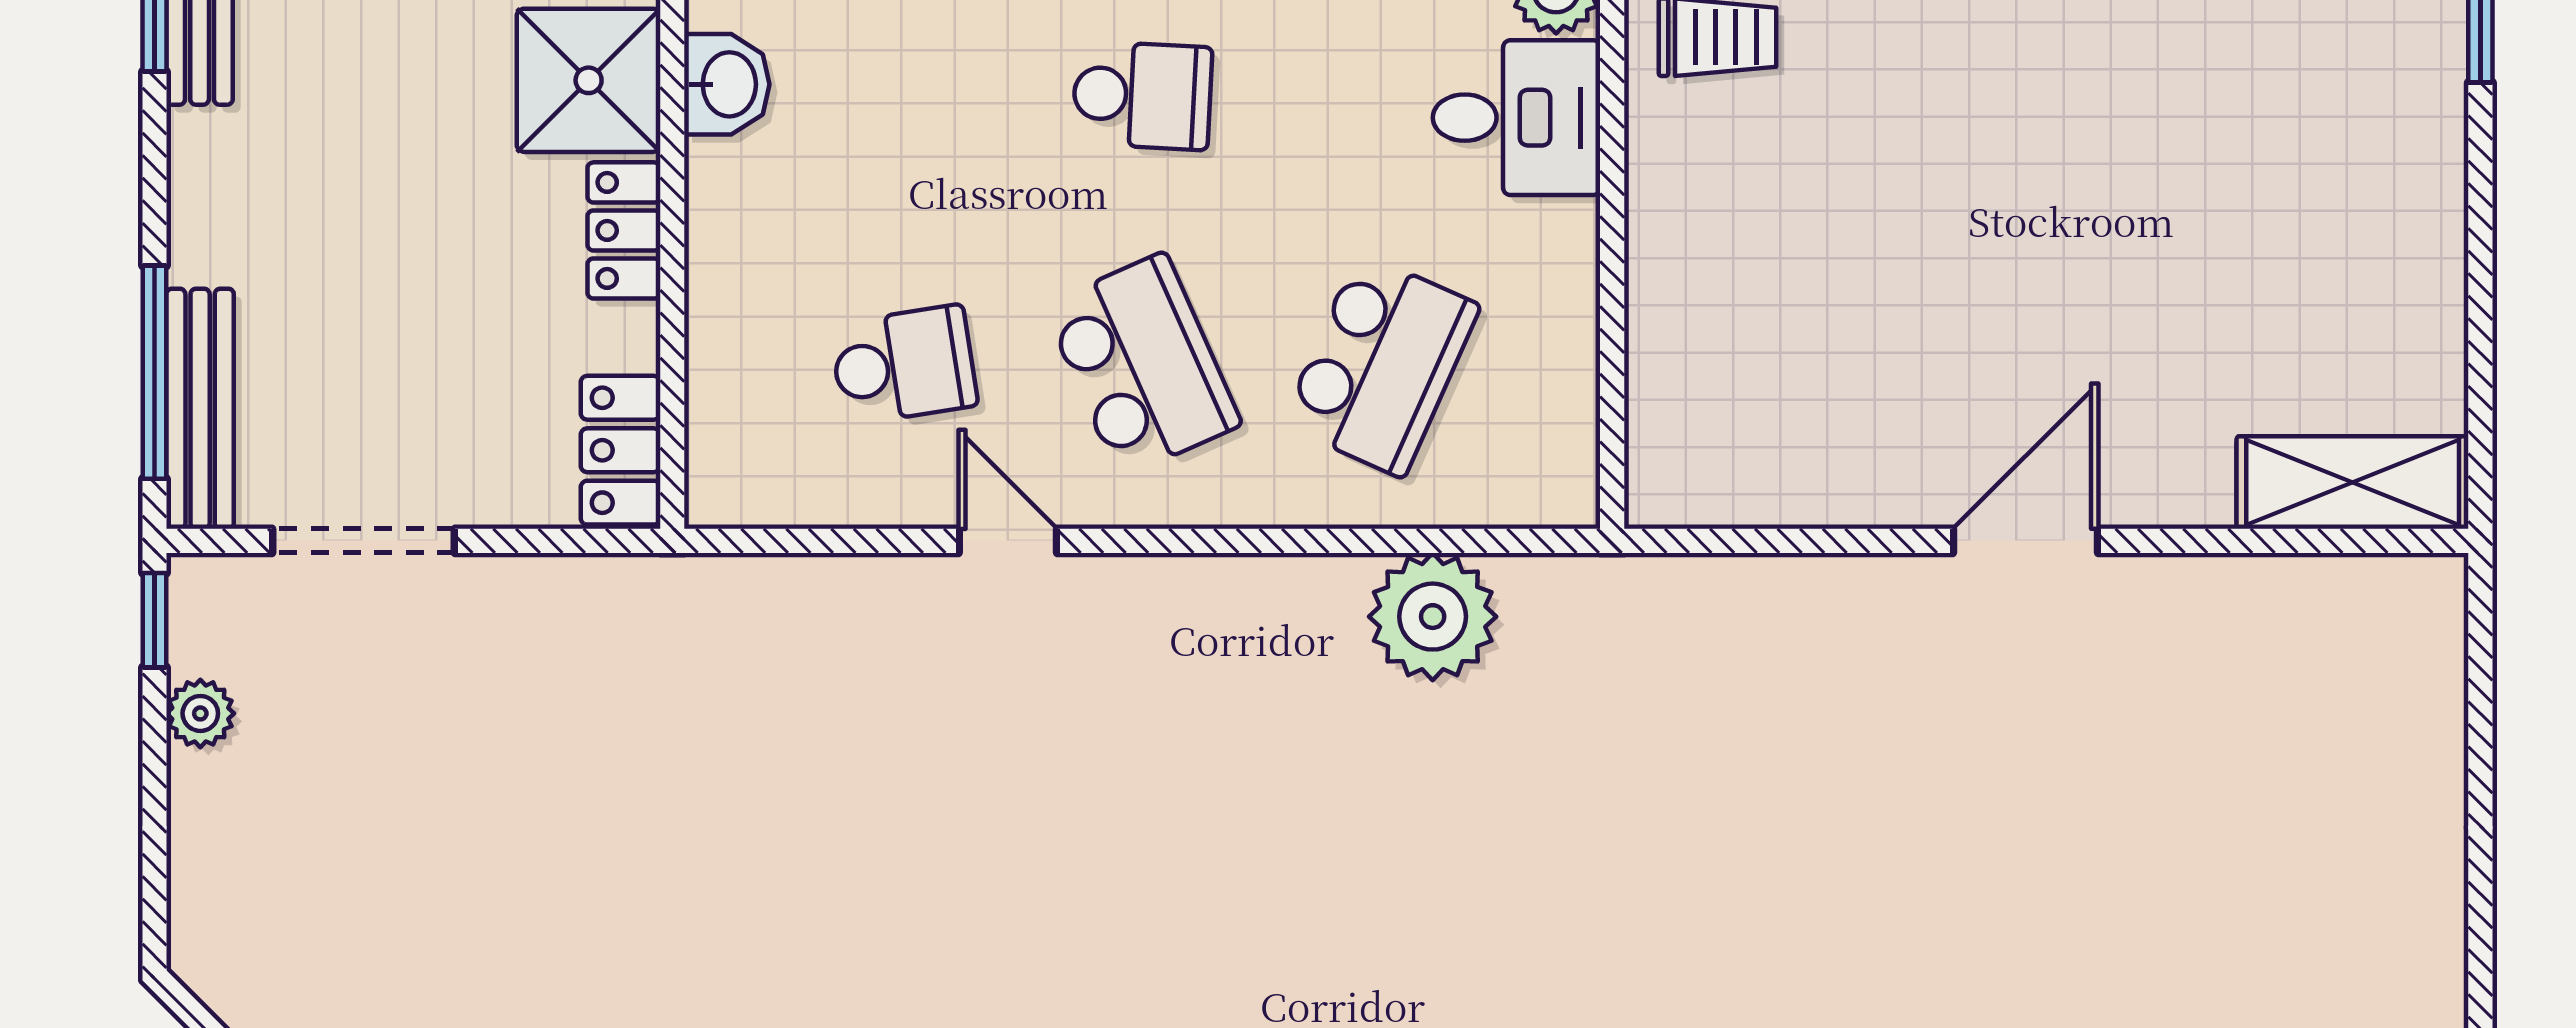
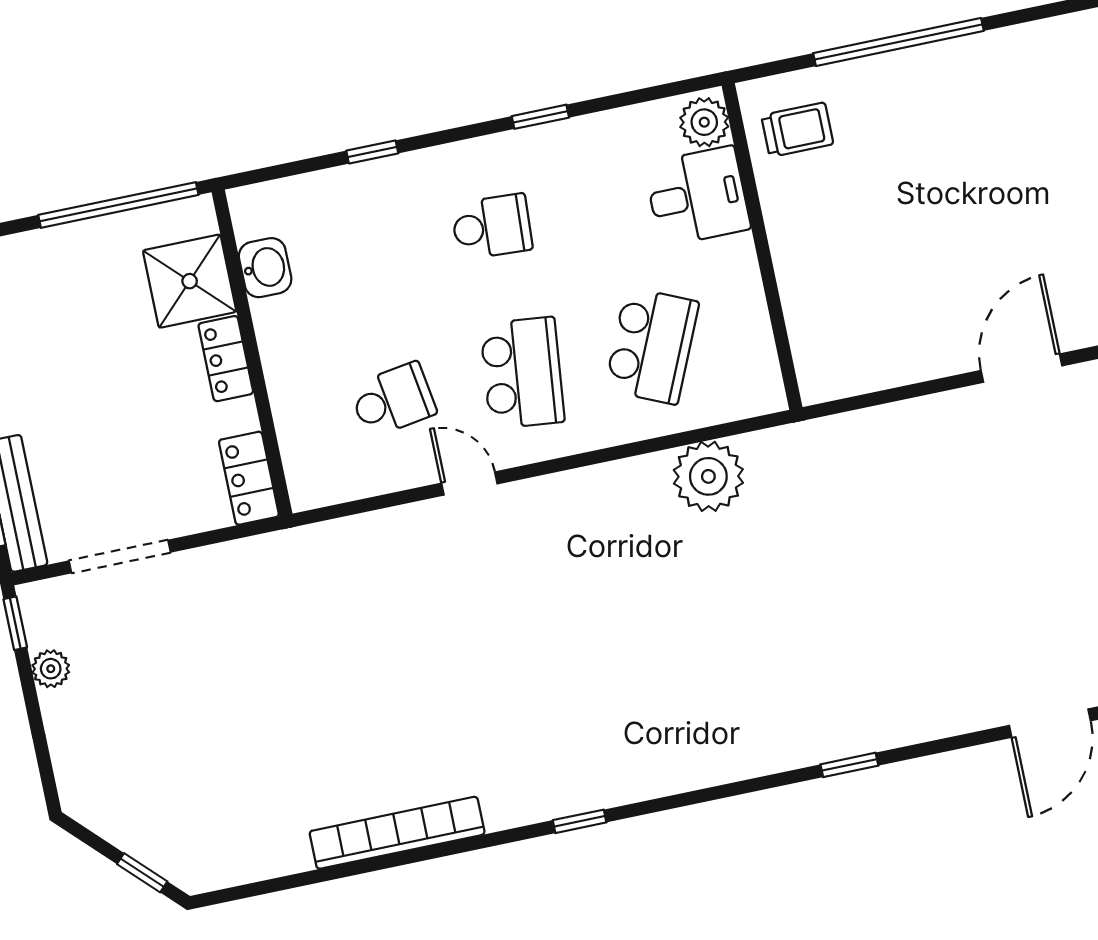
school desk: (1142, 365) -> (522, 373), turned 30

